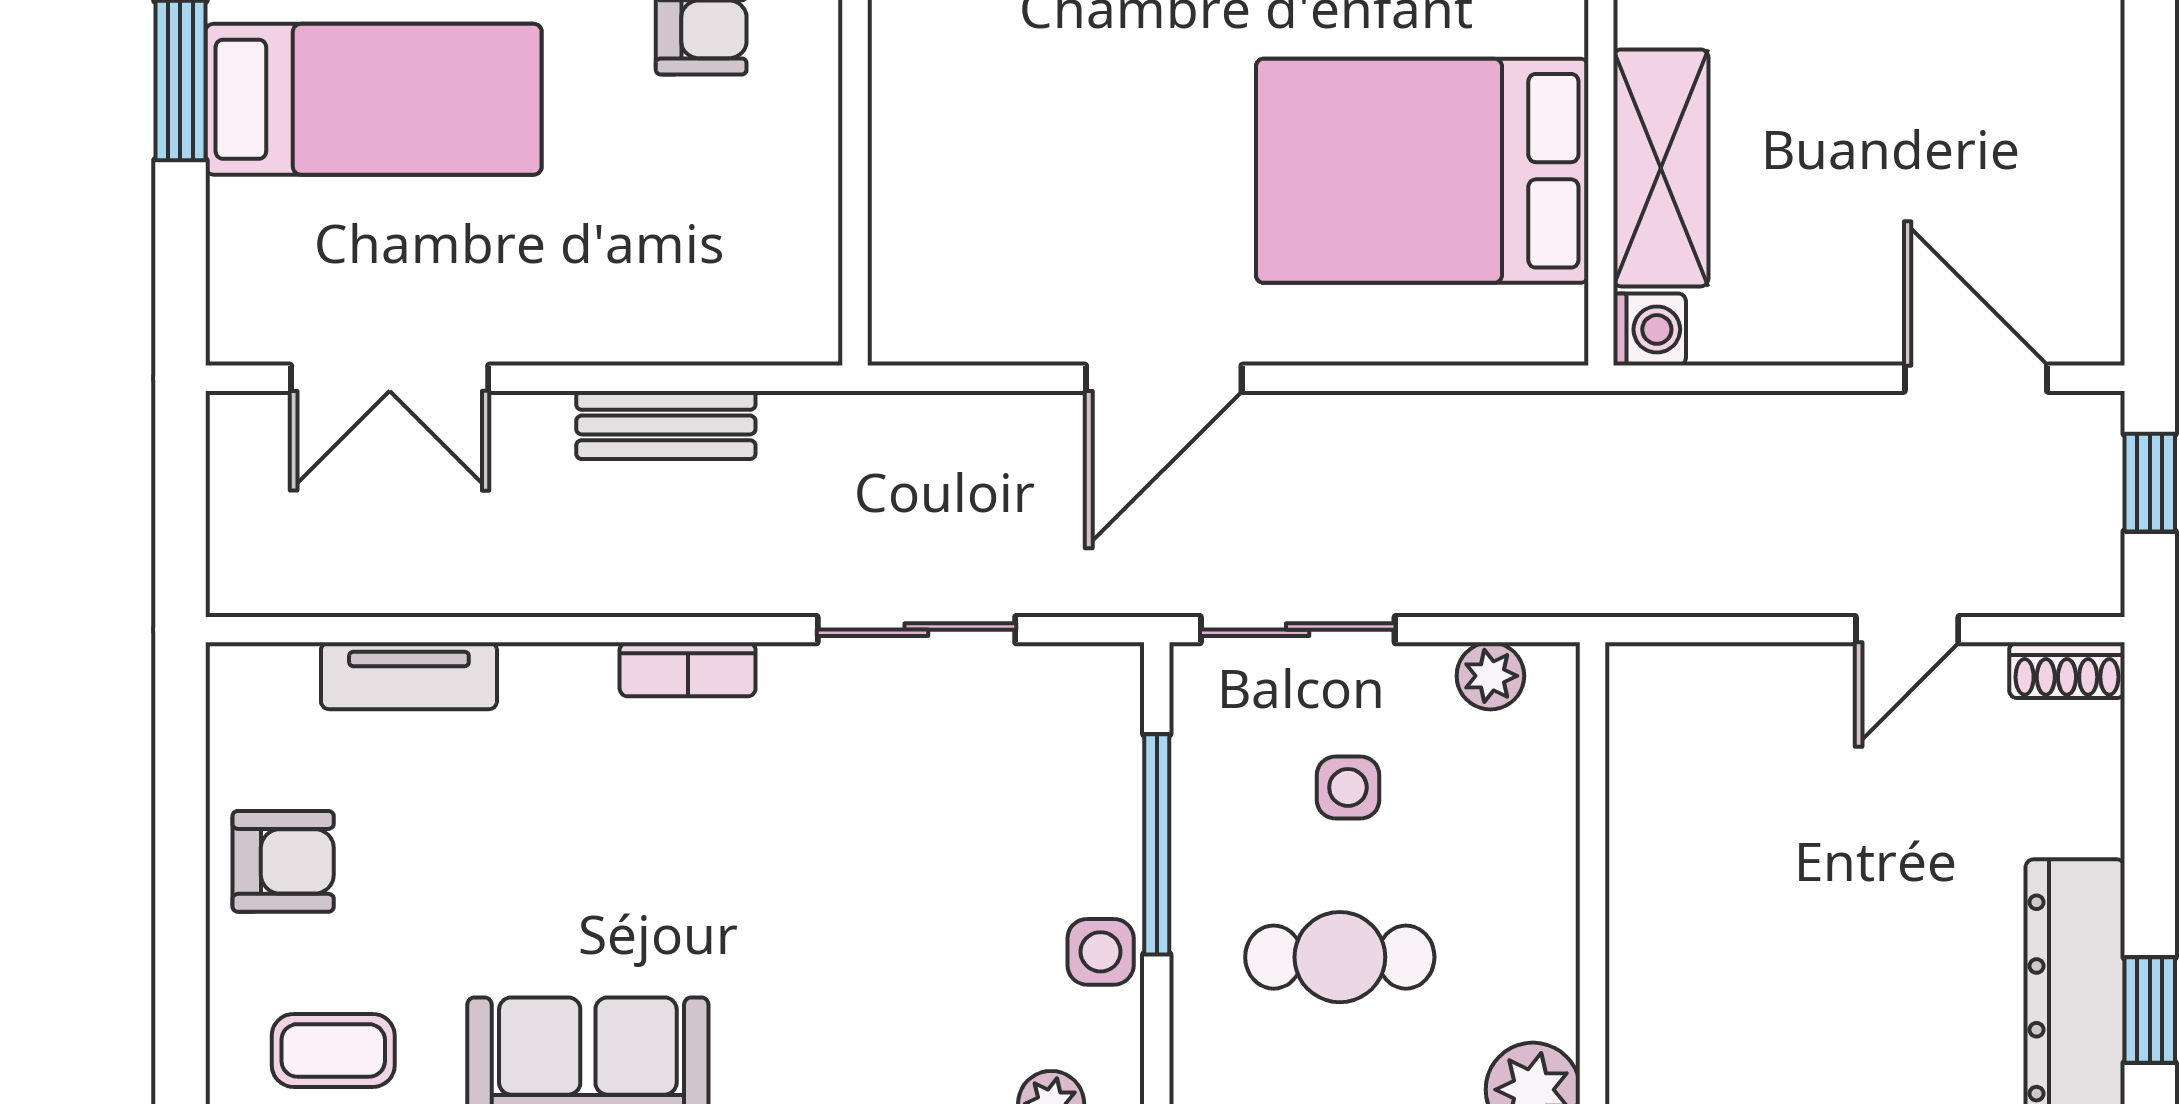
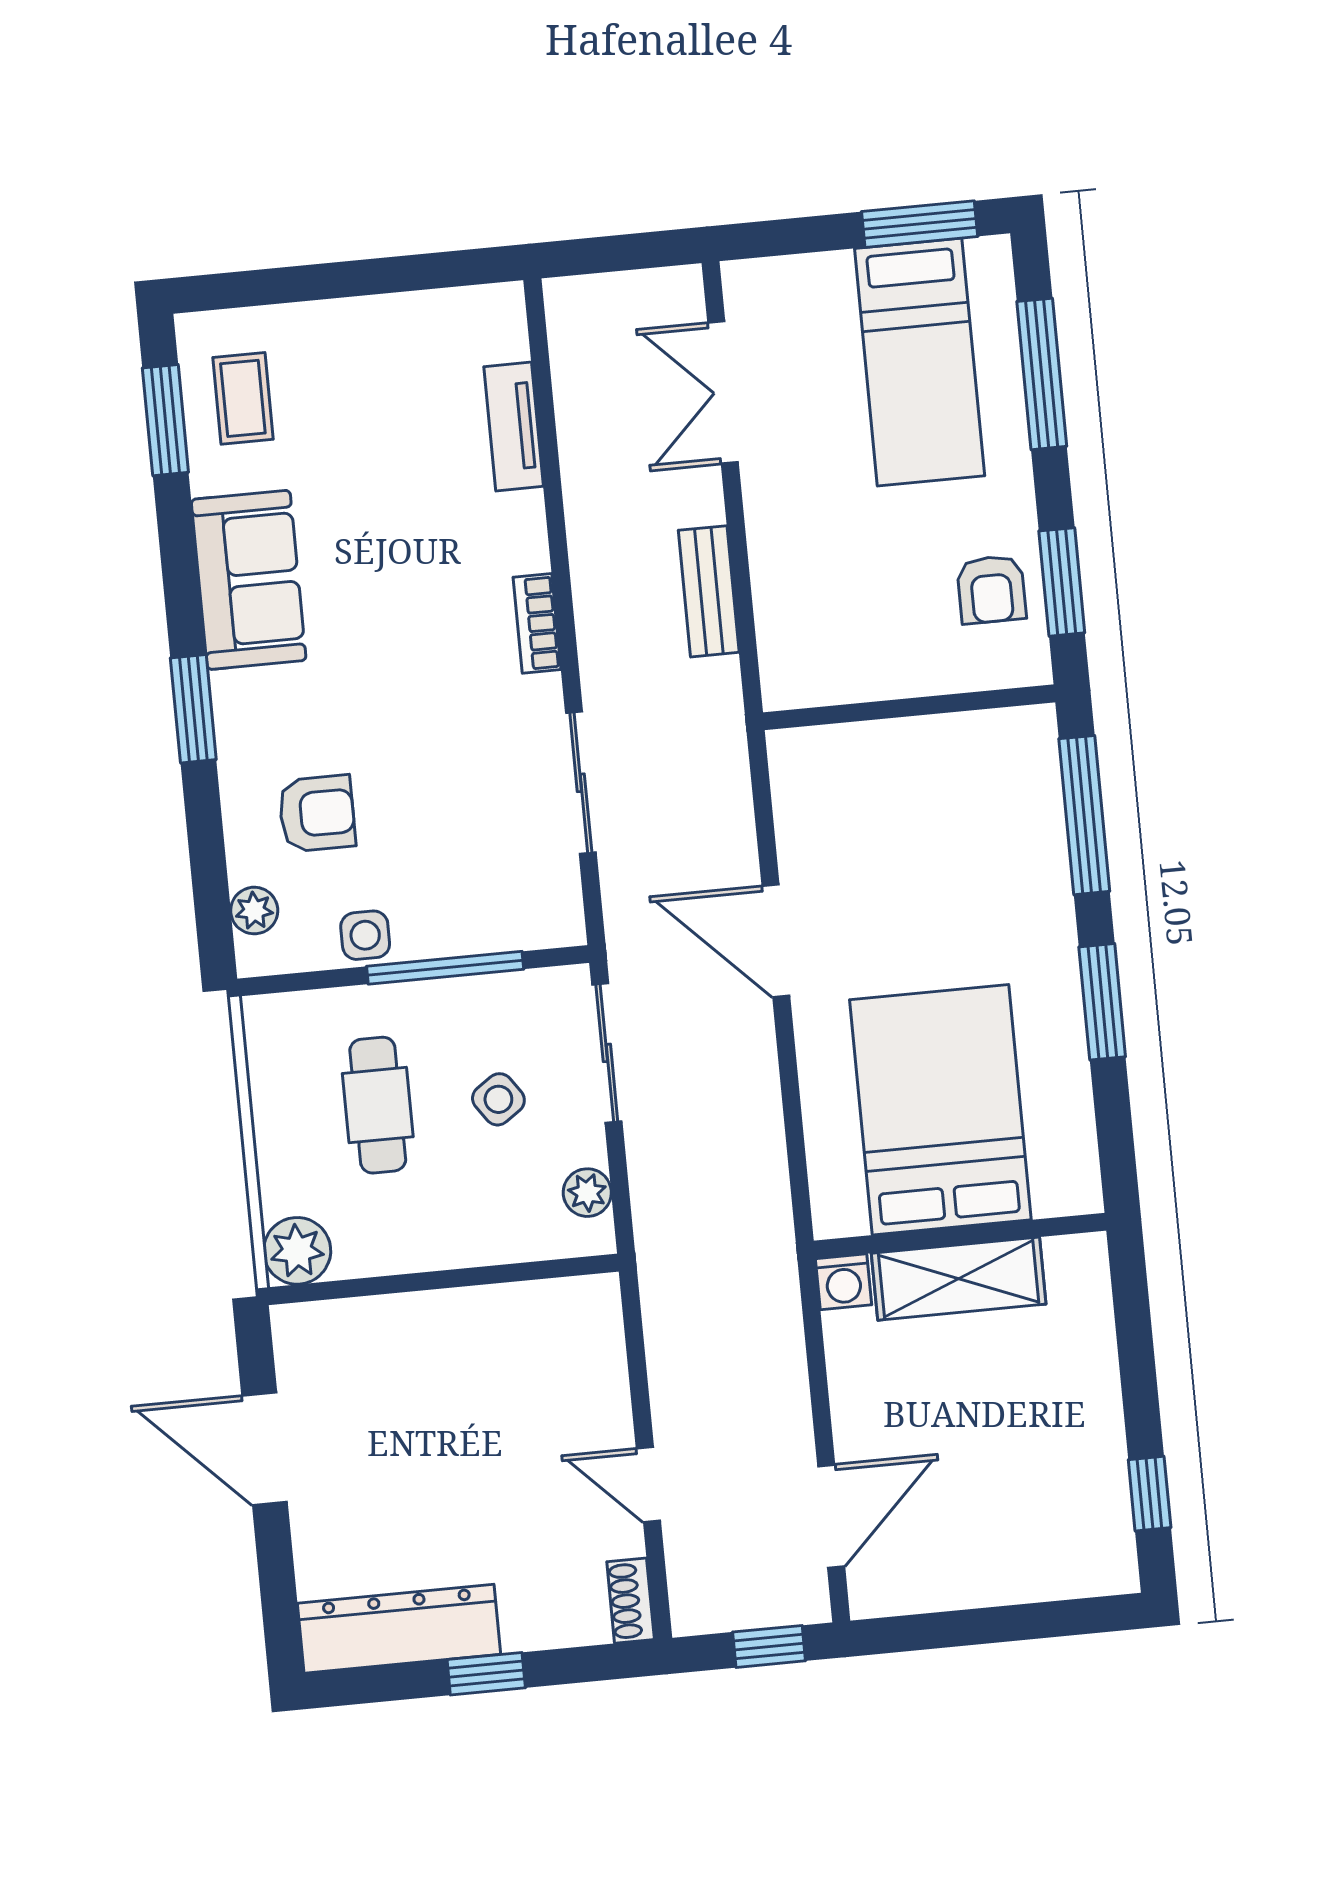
side table: (1348, 787) -> (498, 1099), turned -35
armchair: (283, 861) -> (317, 813), moved, turned -90
window: (2150, 1010) -> (486, 1674), moved

